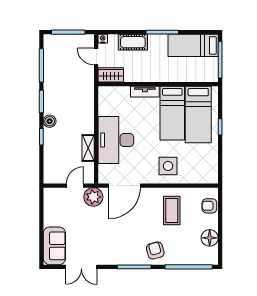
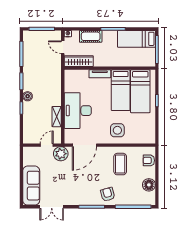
wardrobe: (111, 75) -> (79, 61), width x1.50
sofa: (54, 246) -> (31, 186), width x1.36

